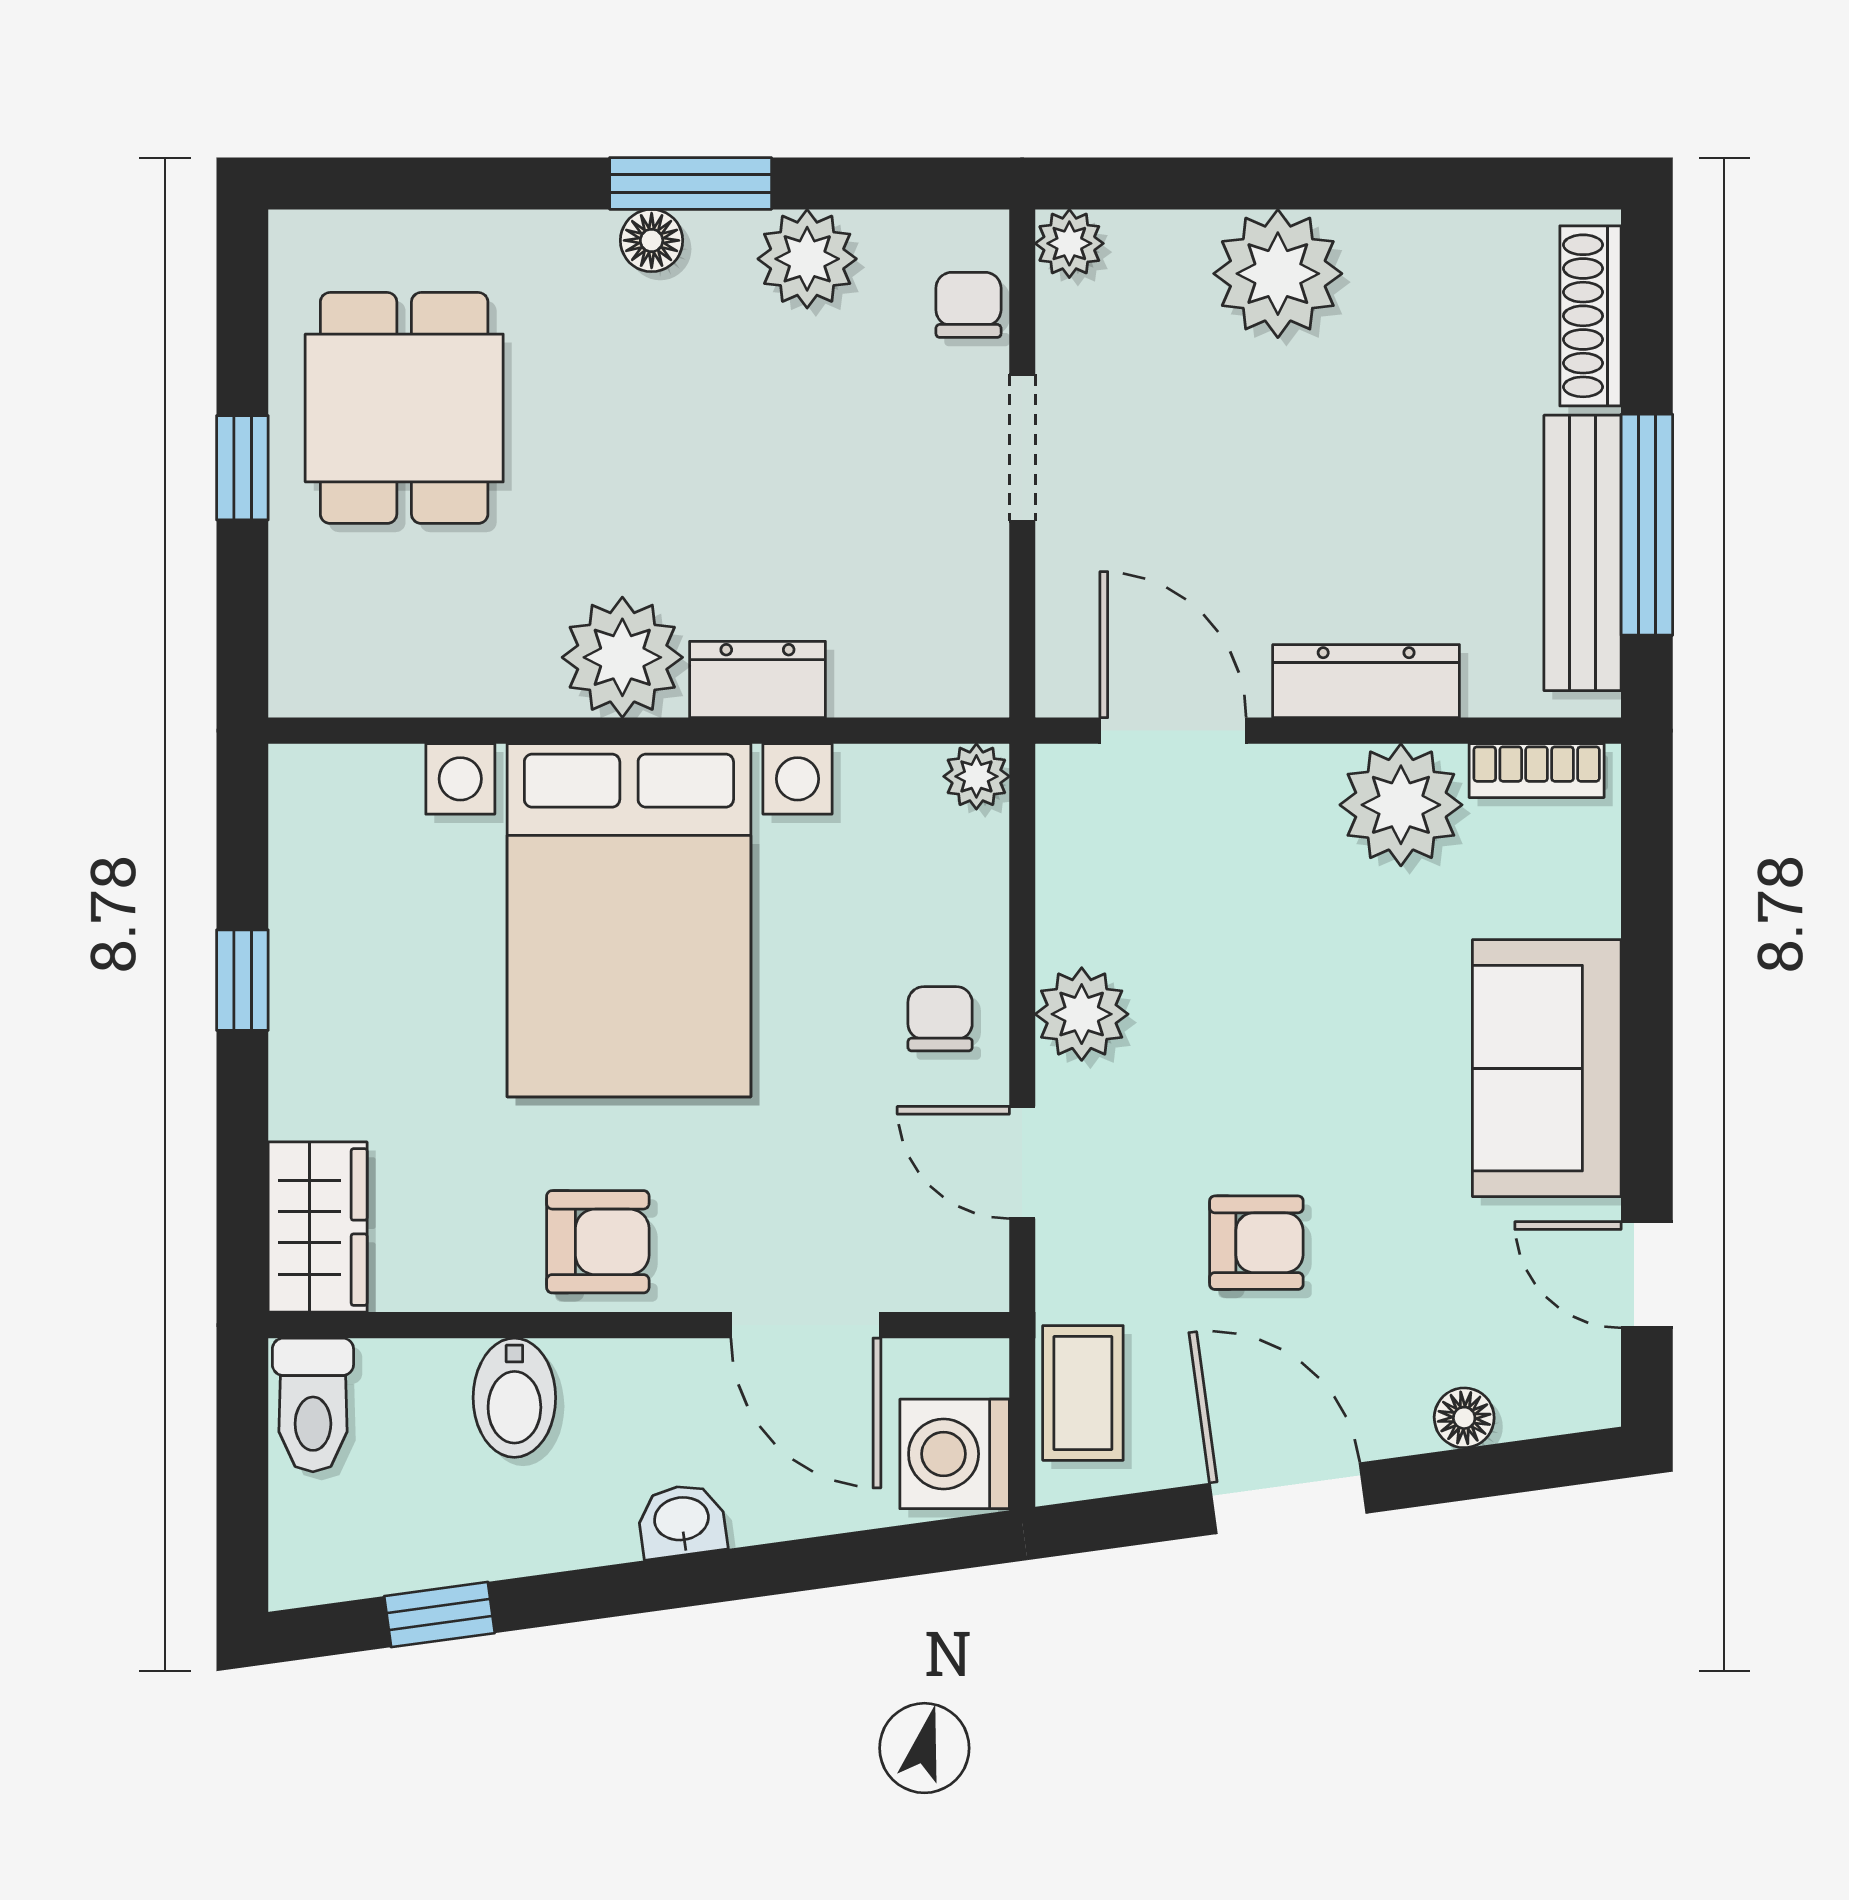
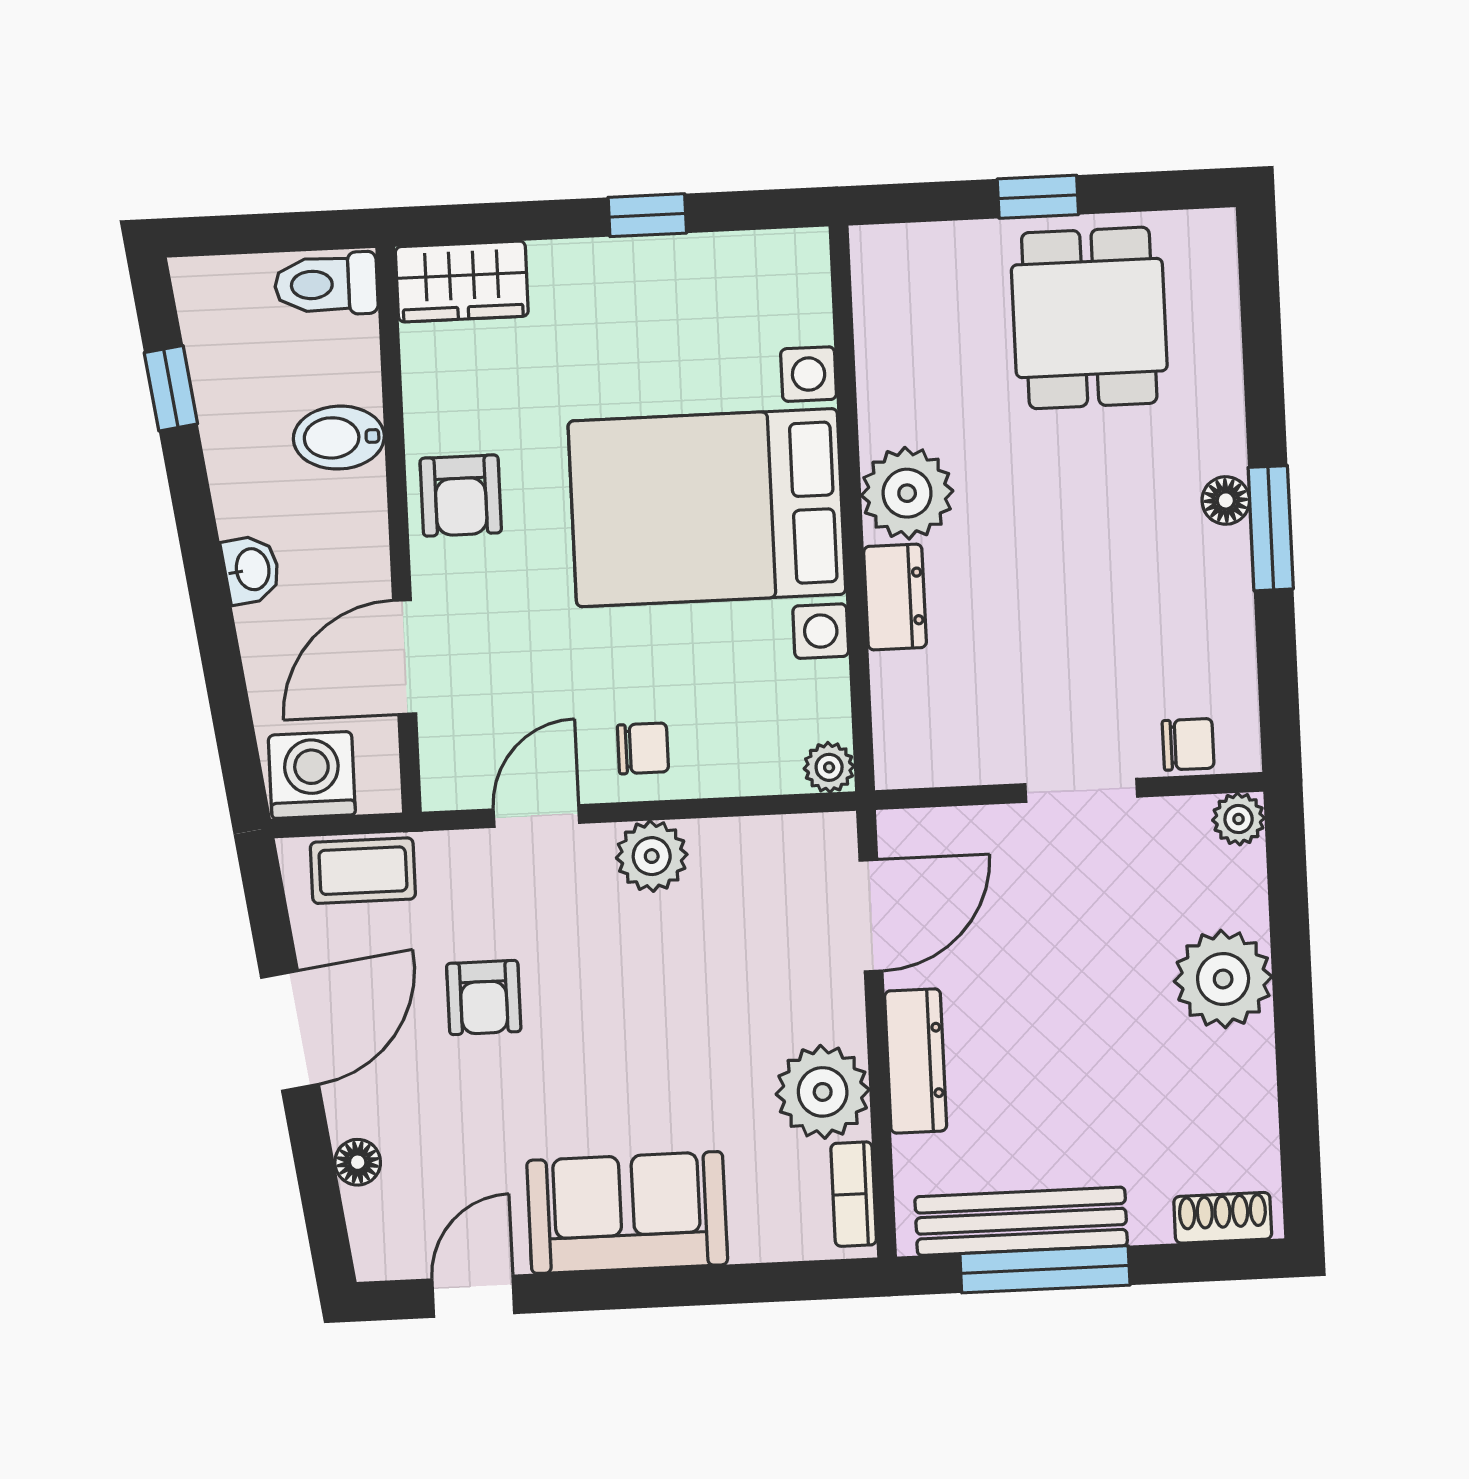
plant: (807, 259) -> (1217, 620), removed
shoe rack: (1590, 316) -> (1223, 1218), width x0.70
dining table: (404, 408) -> (1089, 318), turned 90

